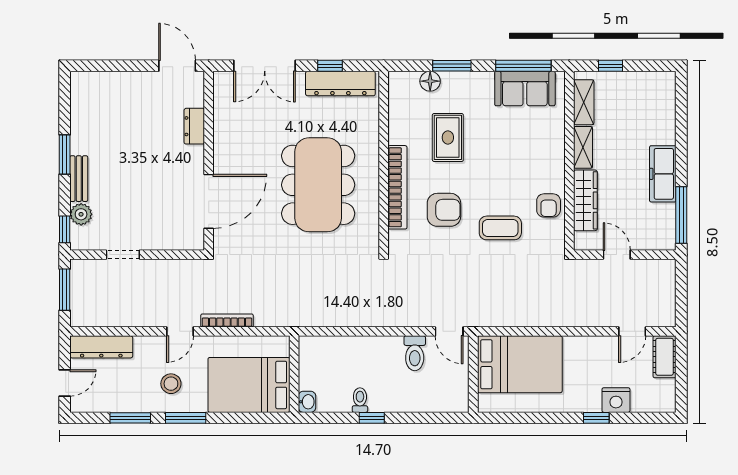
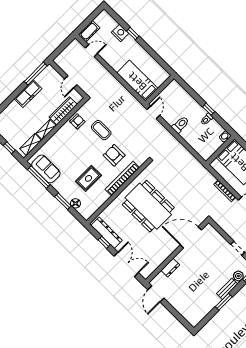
dining table: (318, 185) -> (148, 206), turned 90
toilet: (415, 353) -> (180, 125), moved
bed: (520, 364) -> (137, 81), width x0.67

